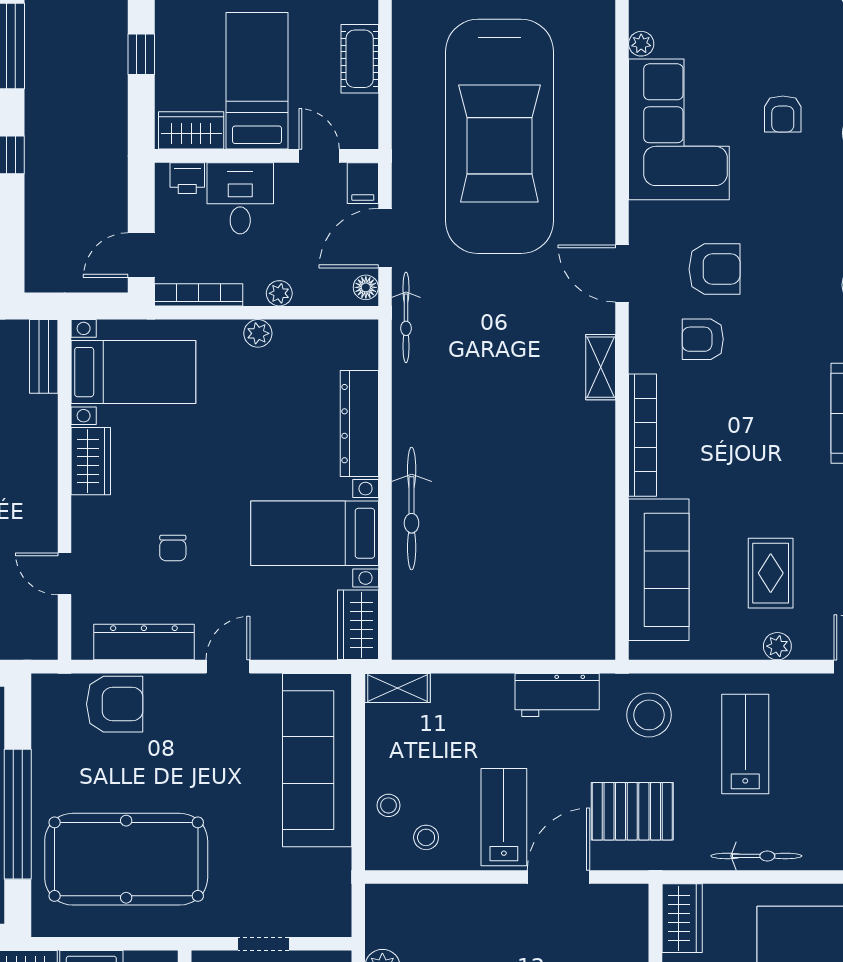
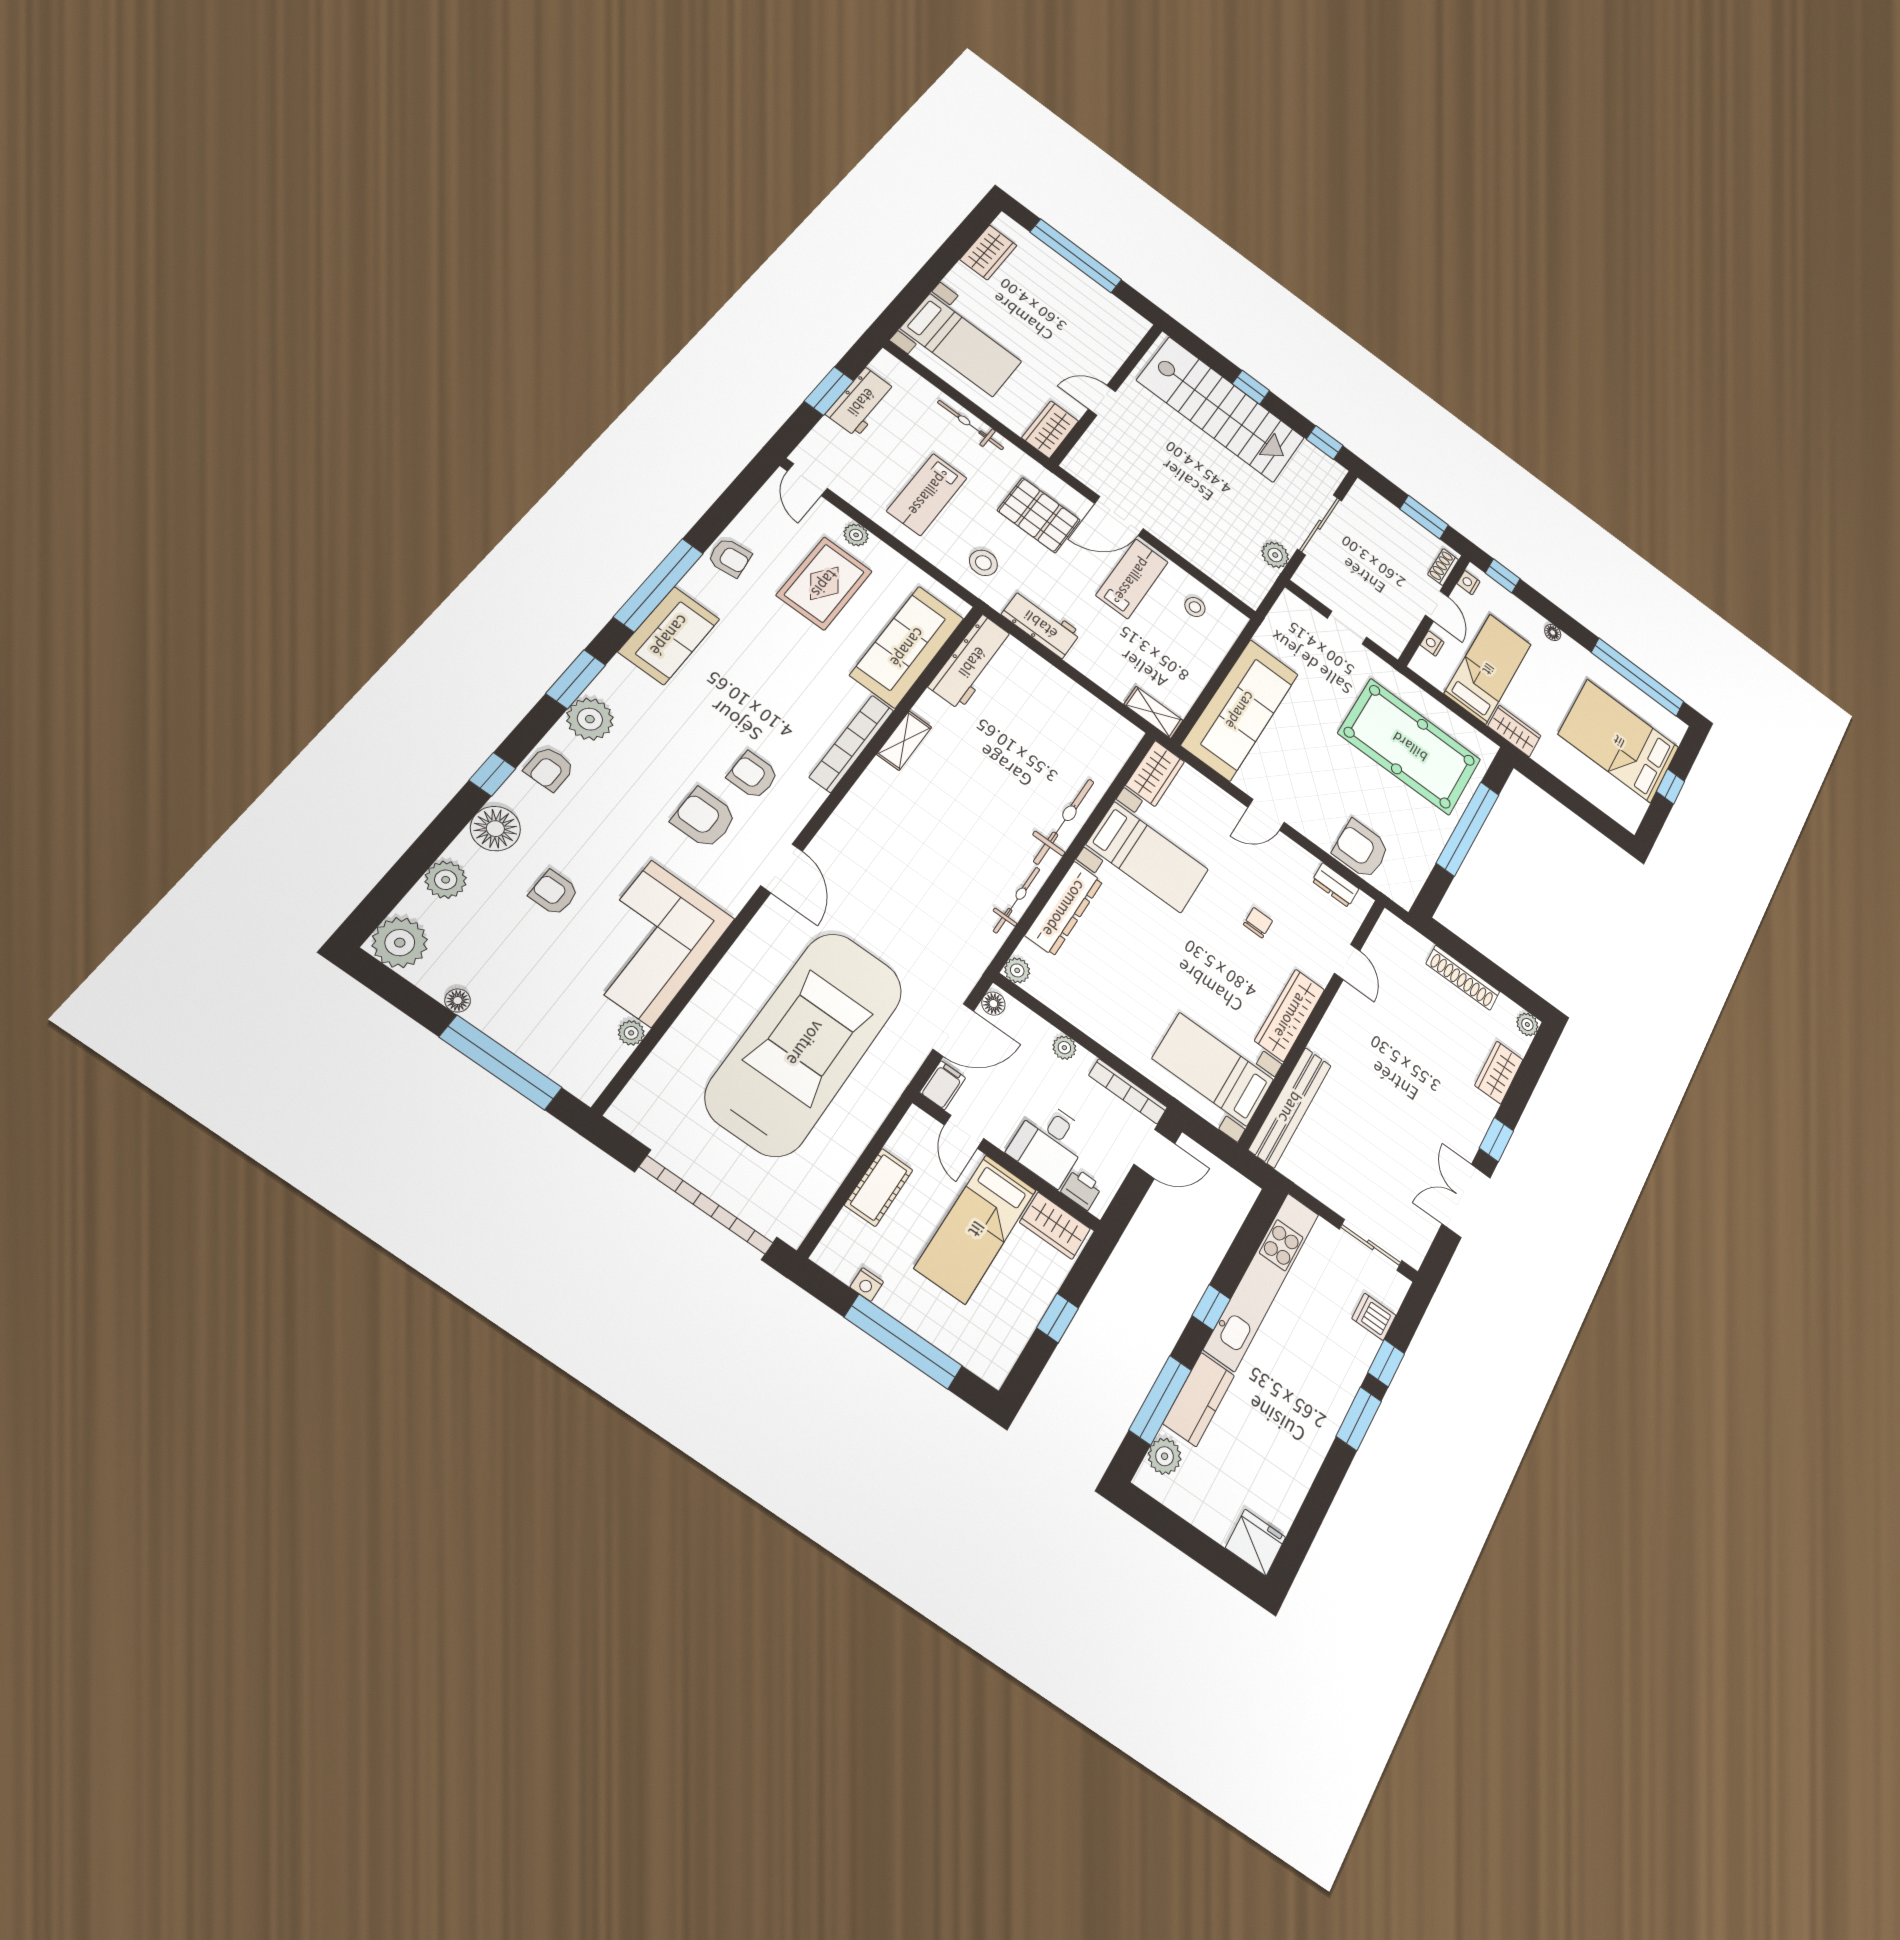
armchair: (783, 114) -> (554, 893), turned -90
bicycle: (406, 317) -> (1017, 900), moved
plant: (258, 333) -> (1017, 970), moved
armchair: (703, 339) -> (753, 775), turned 180
bench: (44, 356) -> (1290, 1107), width x1.86, depth x1.21
shelving: (601, 367) -> (904, 741), moved
wardrobe: (91, 461) -> (1290, 1015), width x1.50
rug: (771, 573) -> (824, 583), width x1.36, depth x1.43
workbench: (594, 602) -> (972, 662), added
dresser: (144, 642) -> (1335, 885), width x0.51, depth x0.80
stool: (649, 715) -> (983, 563), width x0.73, depth x0.73
stool: (388, 805) -> (1208, 645), removed
lab bench: (504, 817) -> (1132, 579), turned 180

